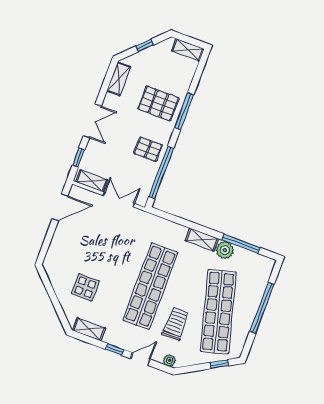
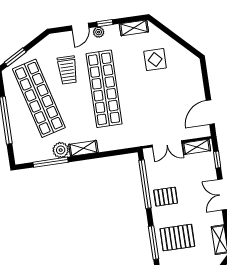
plant: (170, 360) -> (99, 32), moved
window: (219, 364) -> (15, 57), width x1.50

